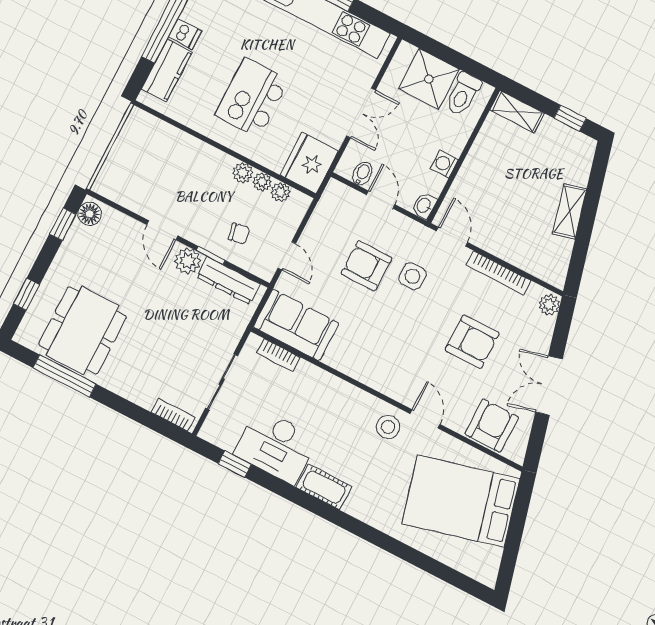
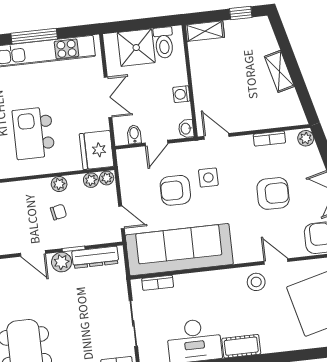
plant: (262, 182) -> (107, 178), moved
door: (381, 200) -> (156, 143), swing flipped
chair: (239, 233) -> (58, 212), moved
bookcase: (498, 273) -> (269, 139), width x0.64
sofa: (296, 325) -> (179, 250), width x1.85, depth x1.27

